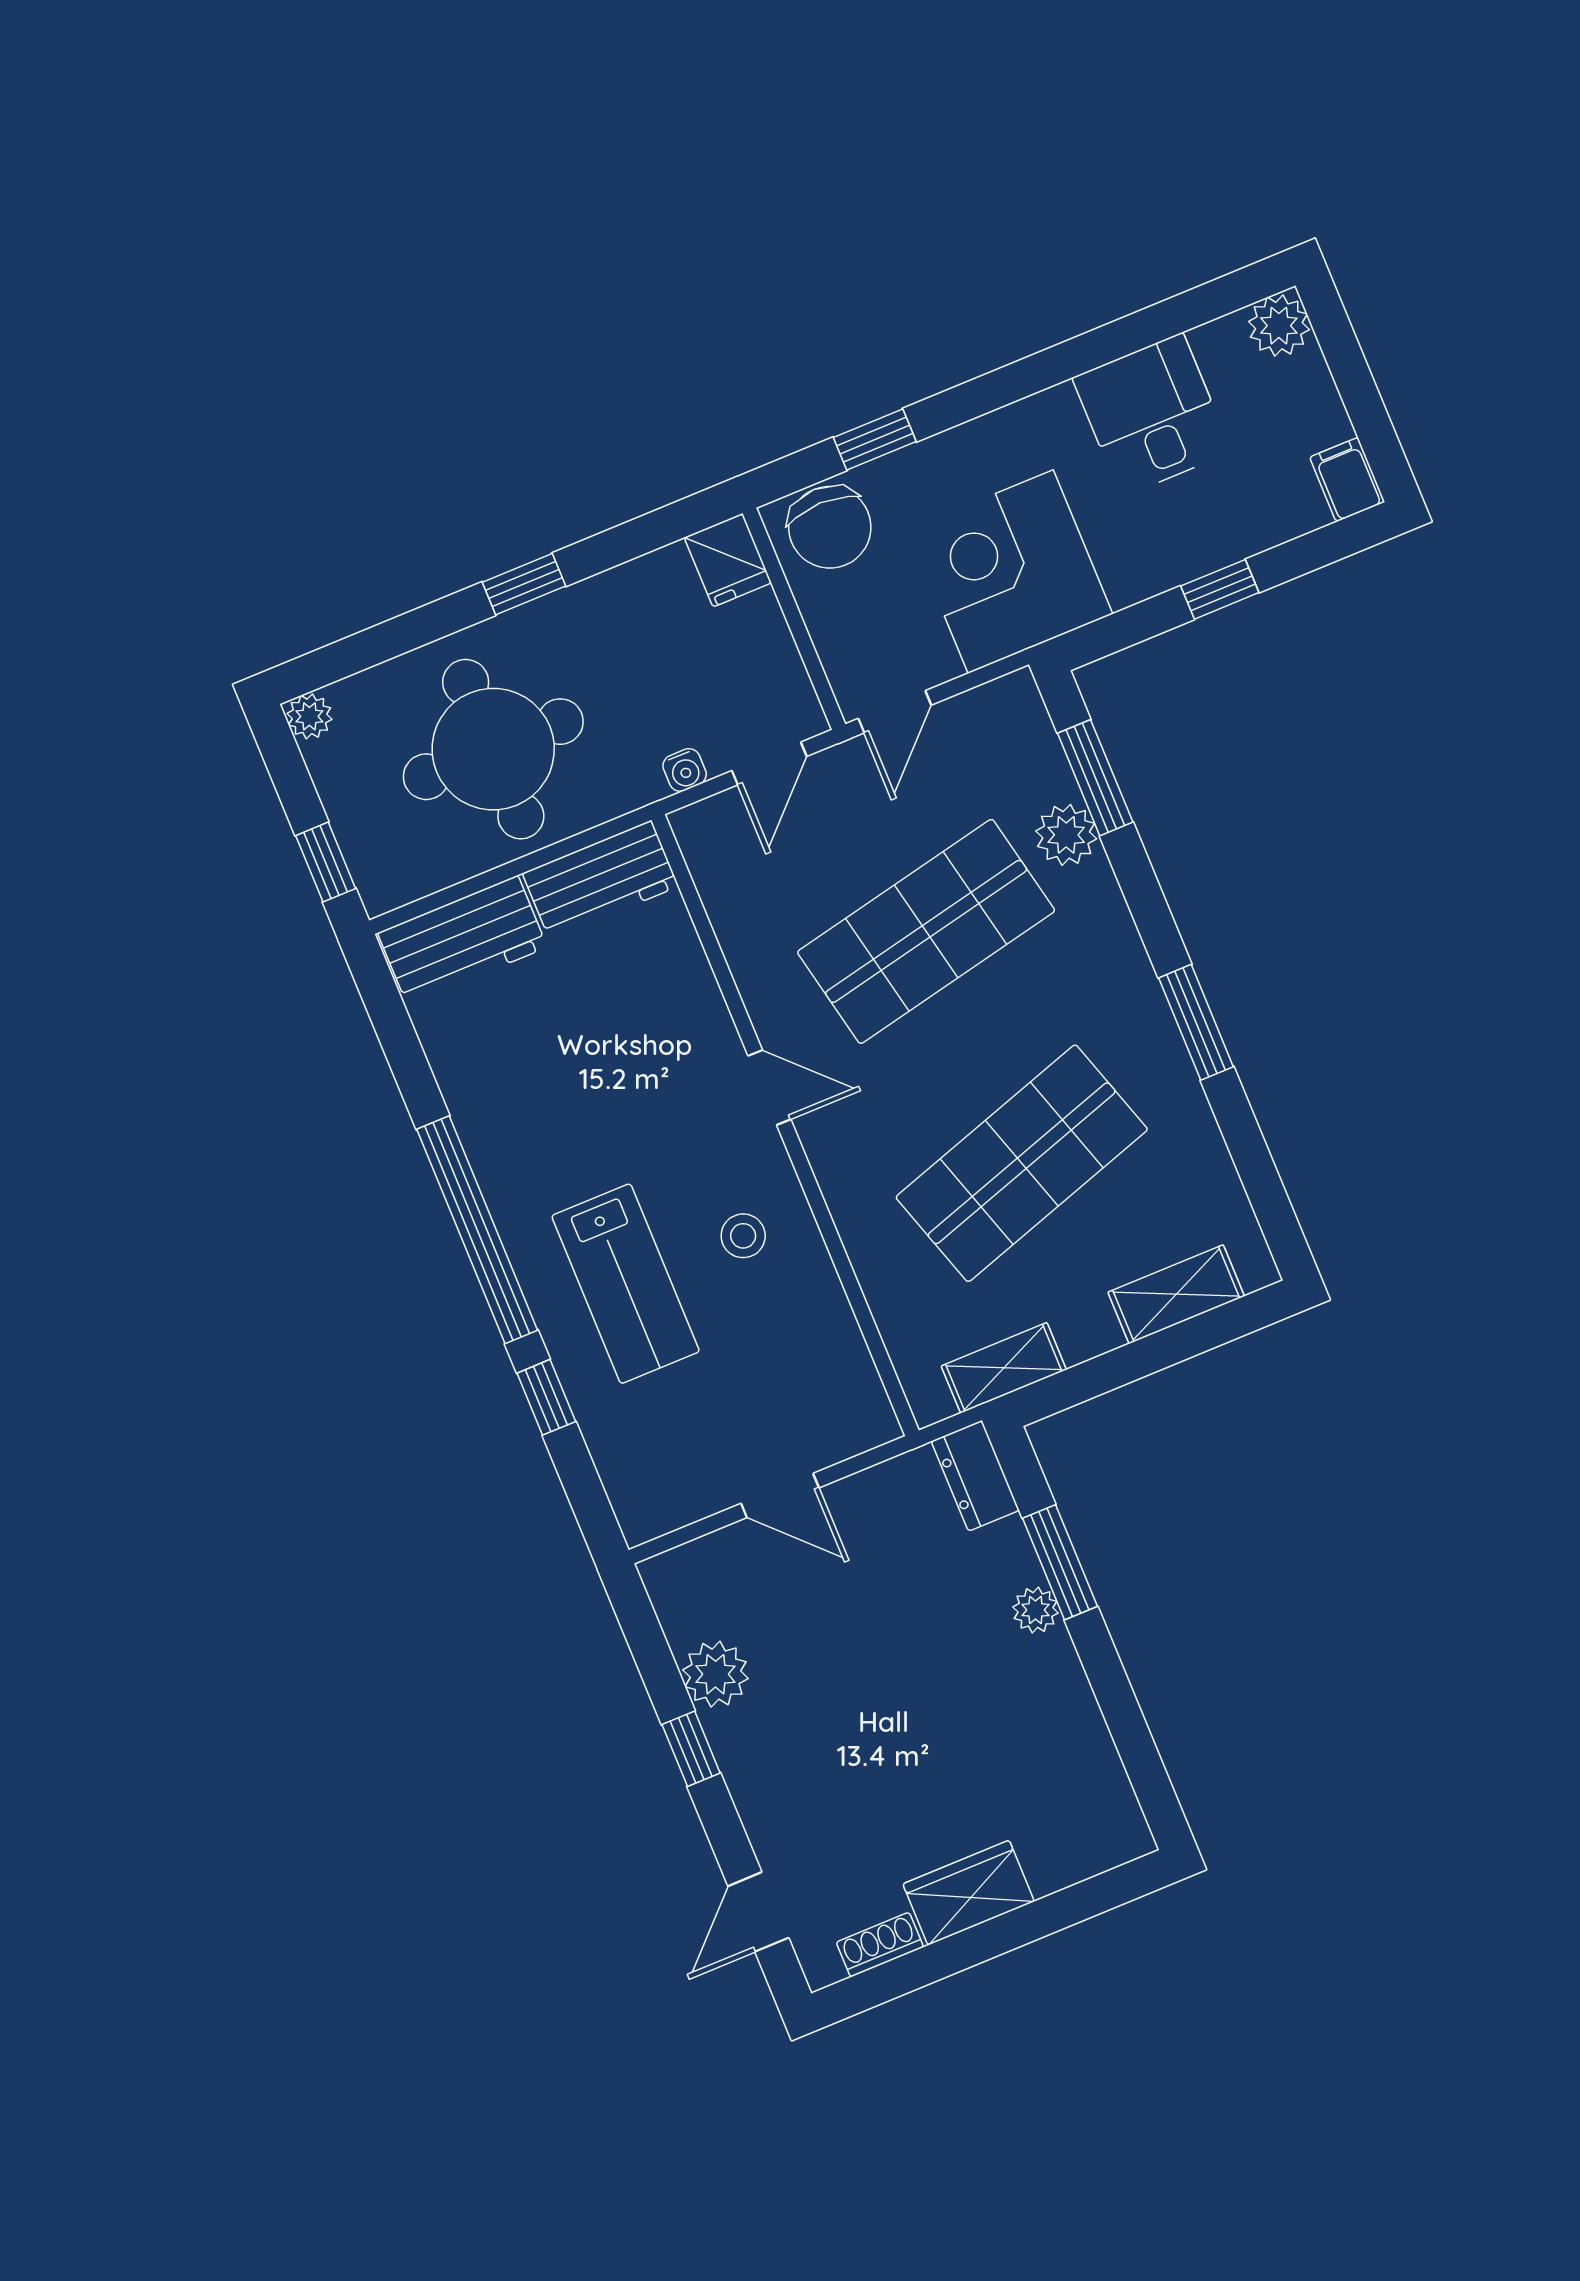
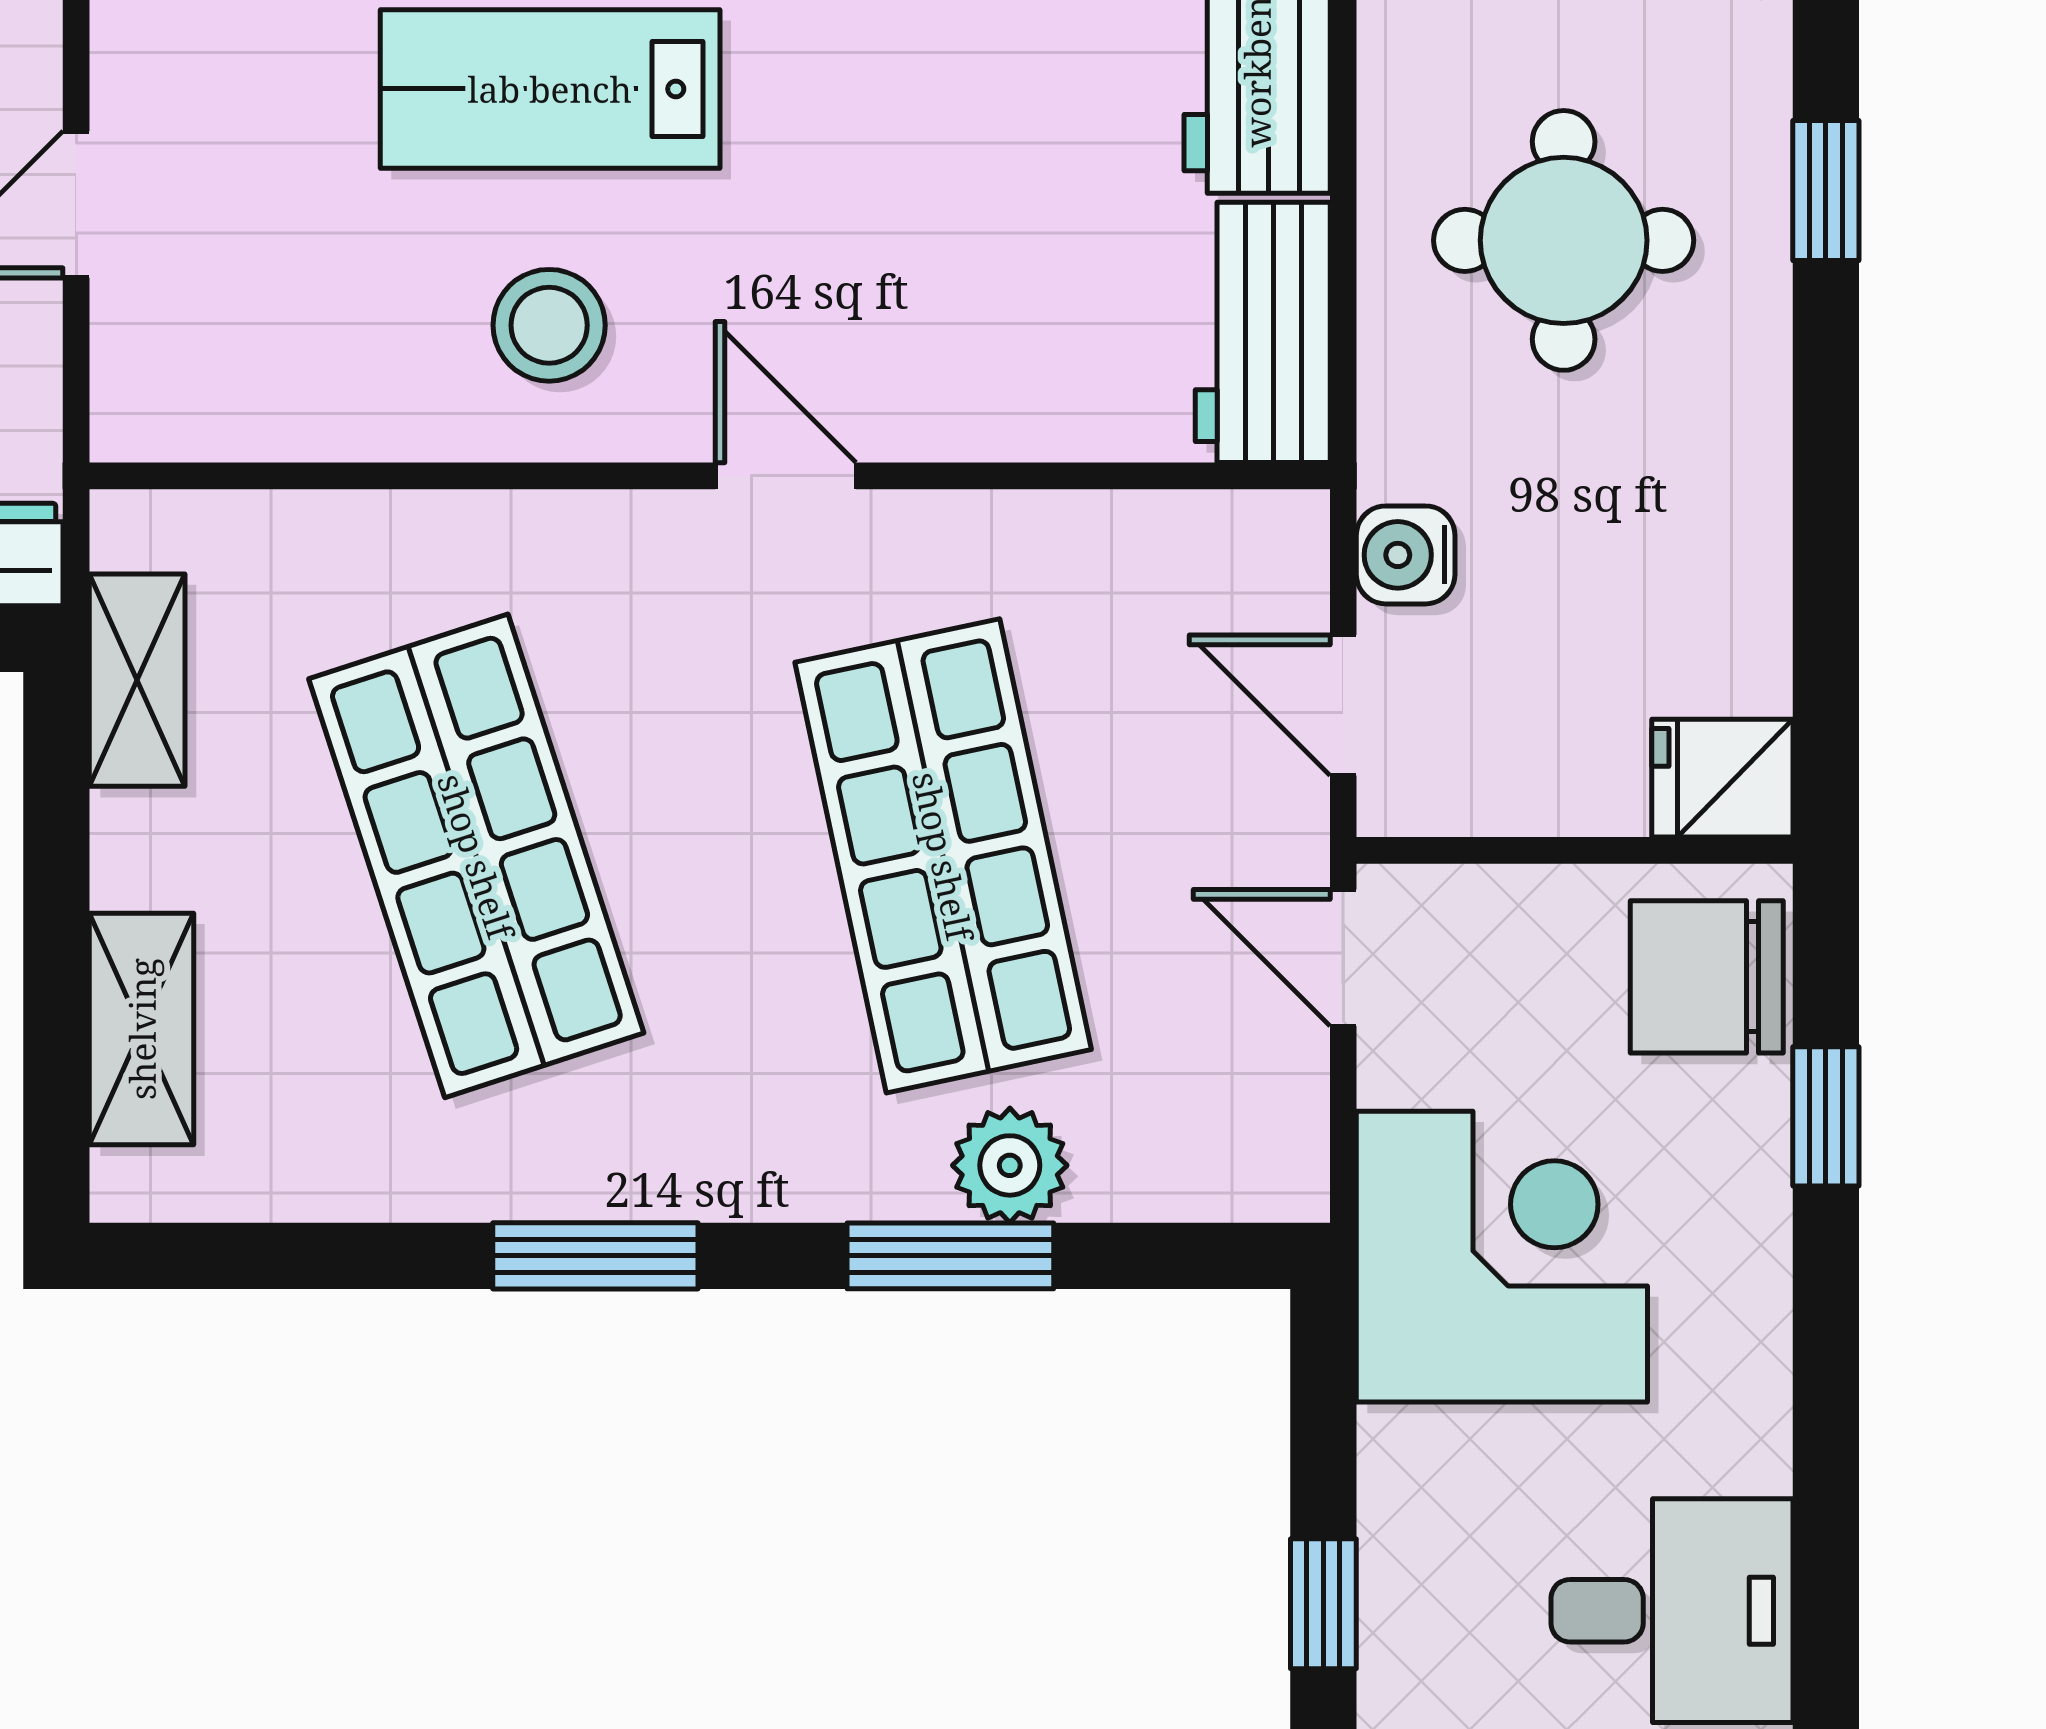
window: (524, 584) -> (1826, 190), moved
round table: (493, 749) -> (1564, 240), width x0.73, depth x0.73
water cooler: (685, 770) -> (1406, 555), width x1.38, depth x1.38
window: (1095, 778) -> (950, 1256), moved
door: (769, 1088) -> (786, 476), swing flipped
stool: (743, 1236) -> (549, 325), width x1.37, depth x1.37

